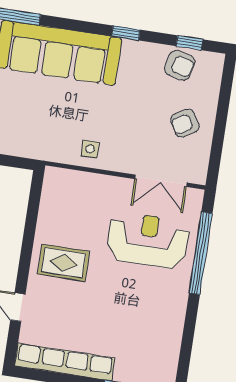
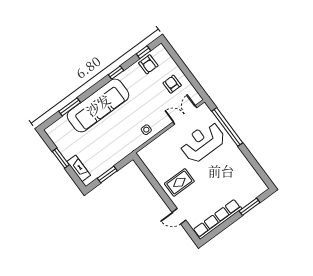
armchair: (180, 65) -> (148, 64), turned 76
armchair: (185, 123) -> (172, 84), turned 120
double door: (161, 181) -> (185, 115), swing flipped

